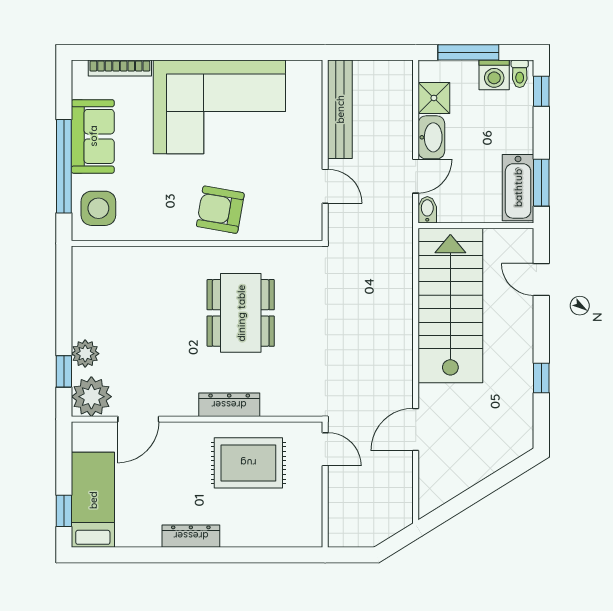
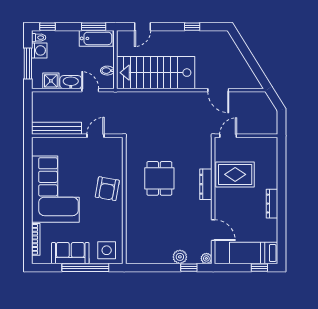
bidet: (427, 210) -> (107, 71), moved
dining table: (241, 313) -> (159, 178), width x0.73
plant: (91, 397) -> (206, 258), width x0.53, depth x0.53
rug: (248, 463) -> (235, 174), turned 90

